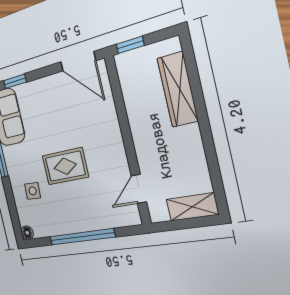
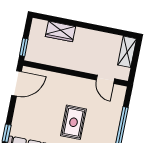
wardrobe: (178, 89) -> (61, 31), width x0.67

